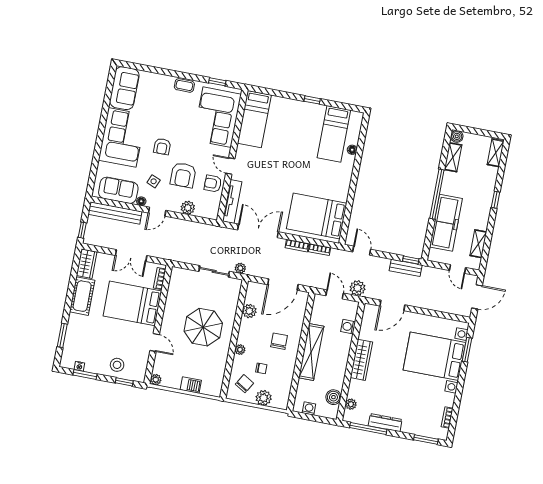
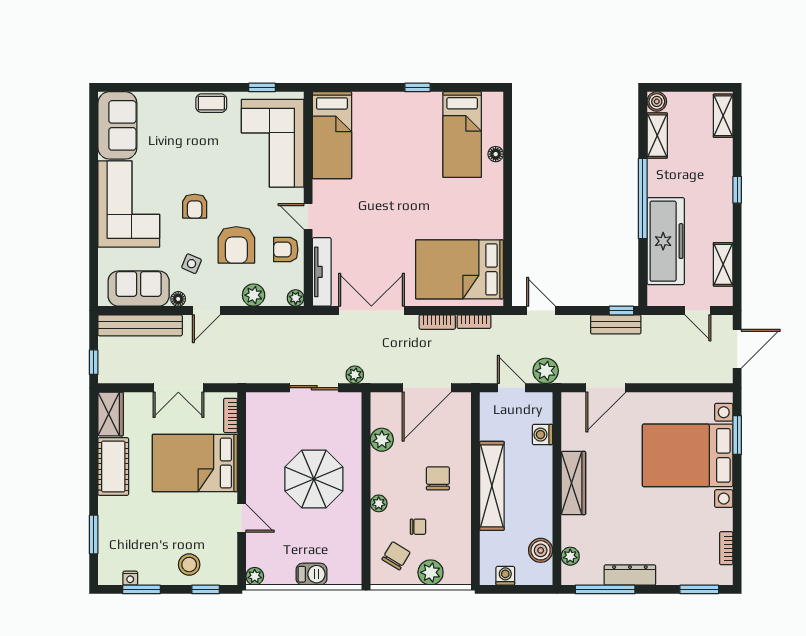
plant: (213, 214) -> (296, 298), added

